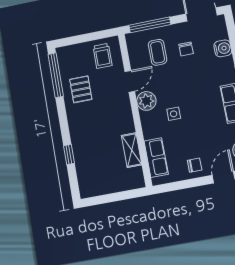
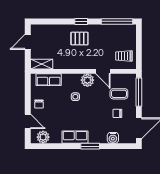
pallet: (81, 89) -> (79, 39), moved
shelving: (132, 150) -> (42, 64), moved
window: (69, 154) -> (81, 21), moved
door: (107, 199) -> (28, 42), added

